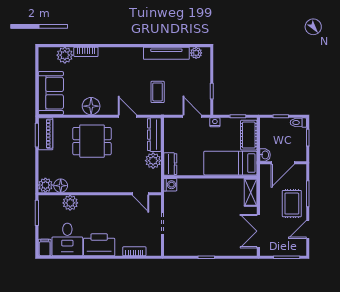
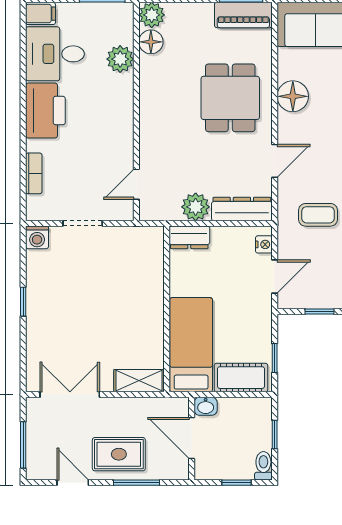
nightstand: (215, 122) -> (264, 244), moved
washing machine: (170, 185) -> (37, 237), moved

